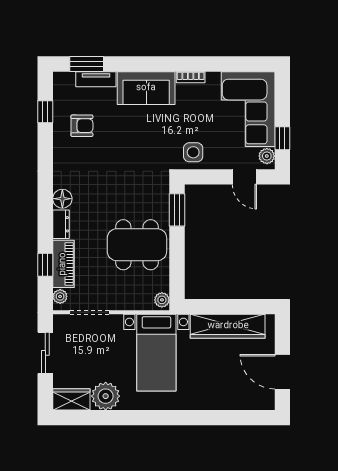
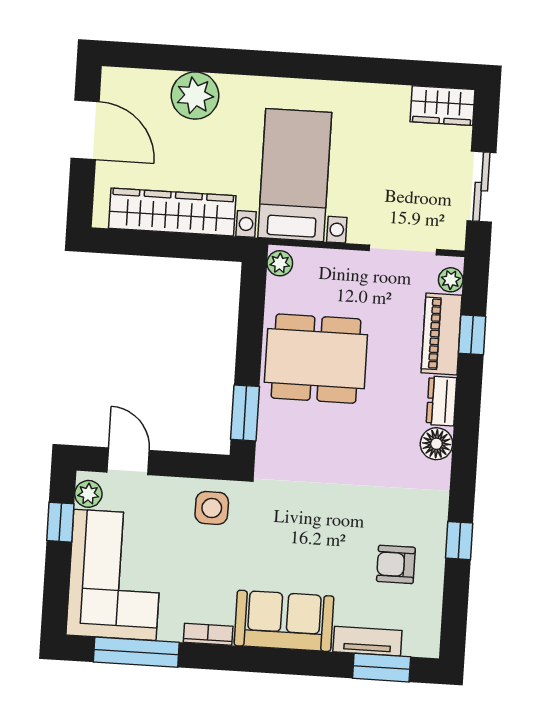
window: (233, 64) -> (136, 652), added
window: (45, 112) -> (459, 541), moved
plant: (106, 396) -> (195, 96), moved

